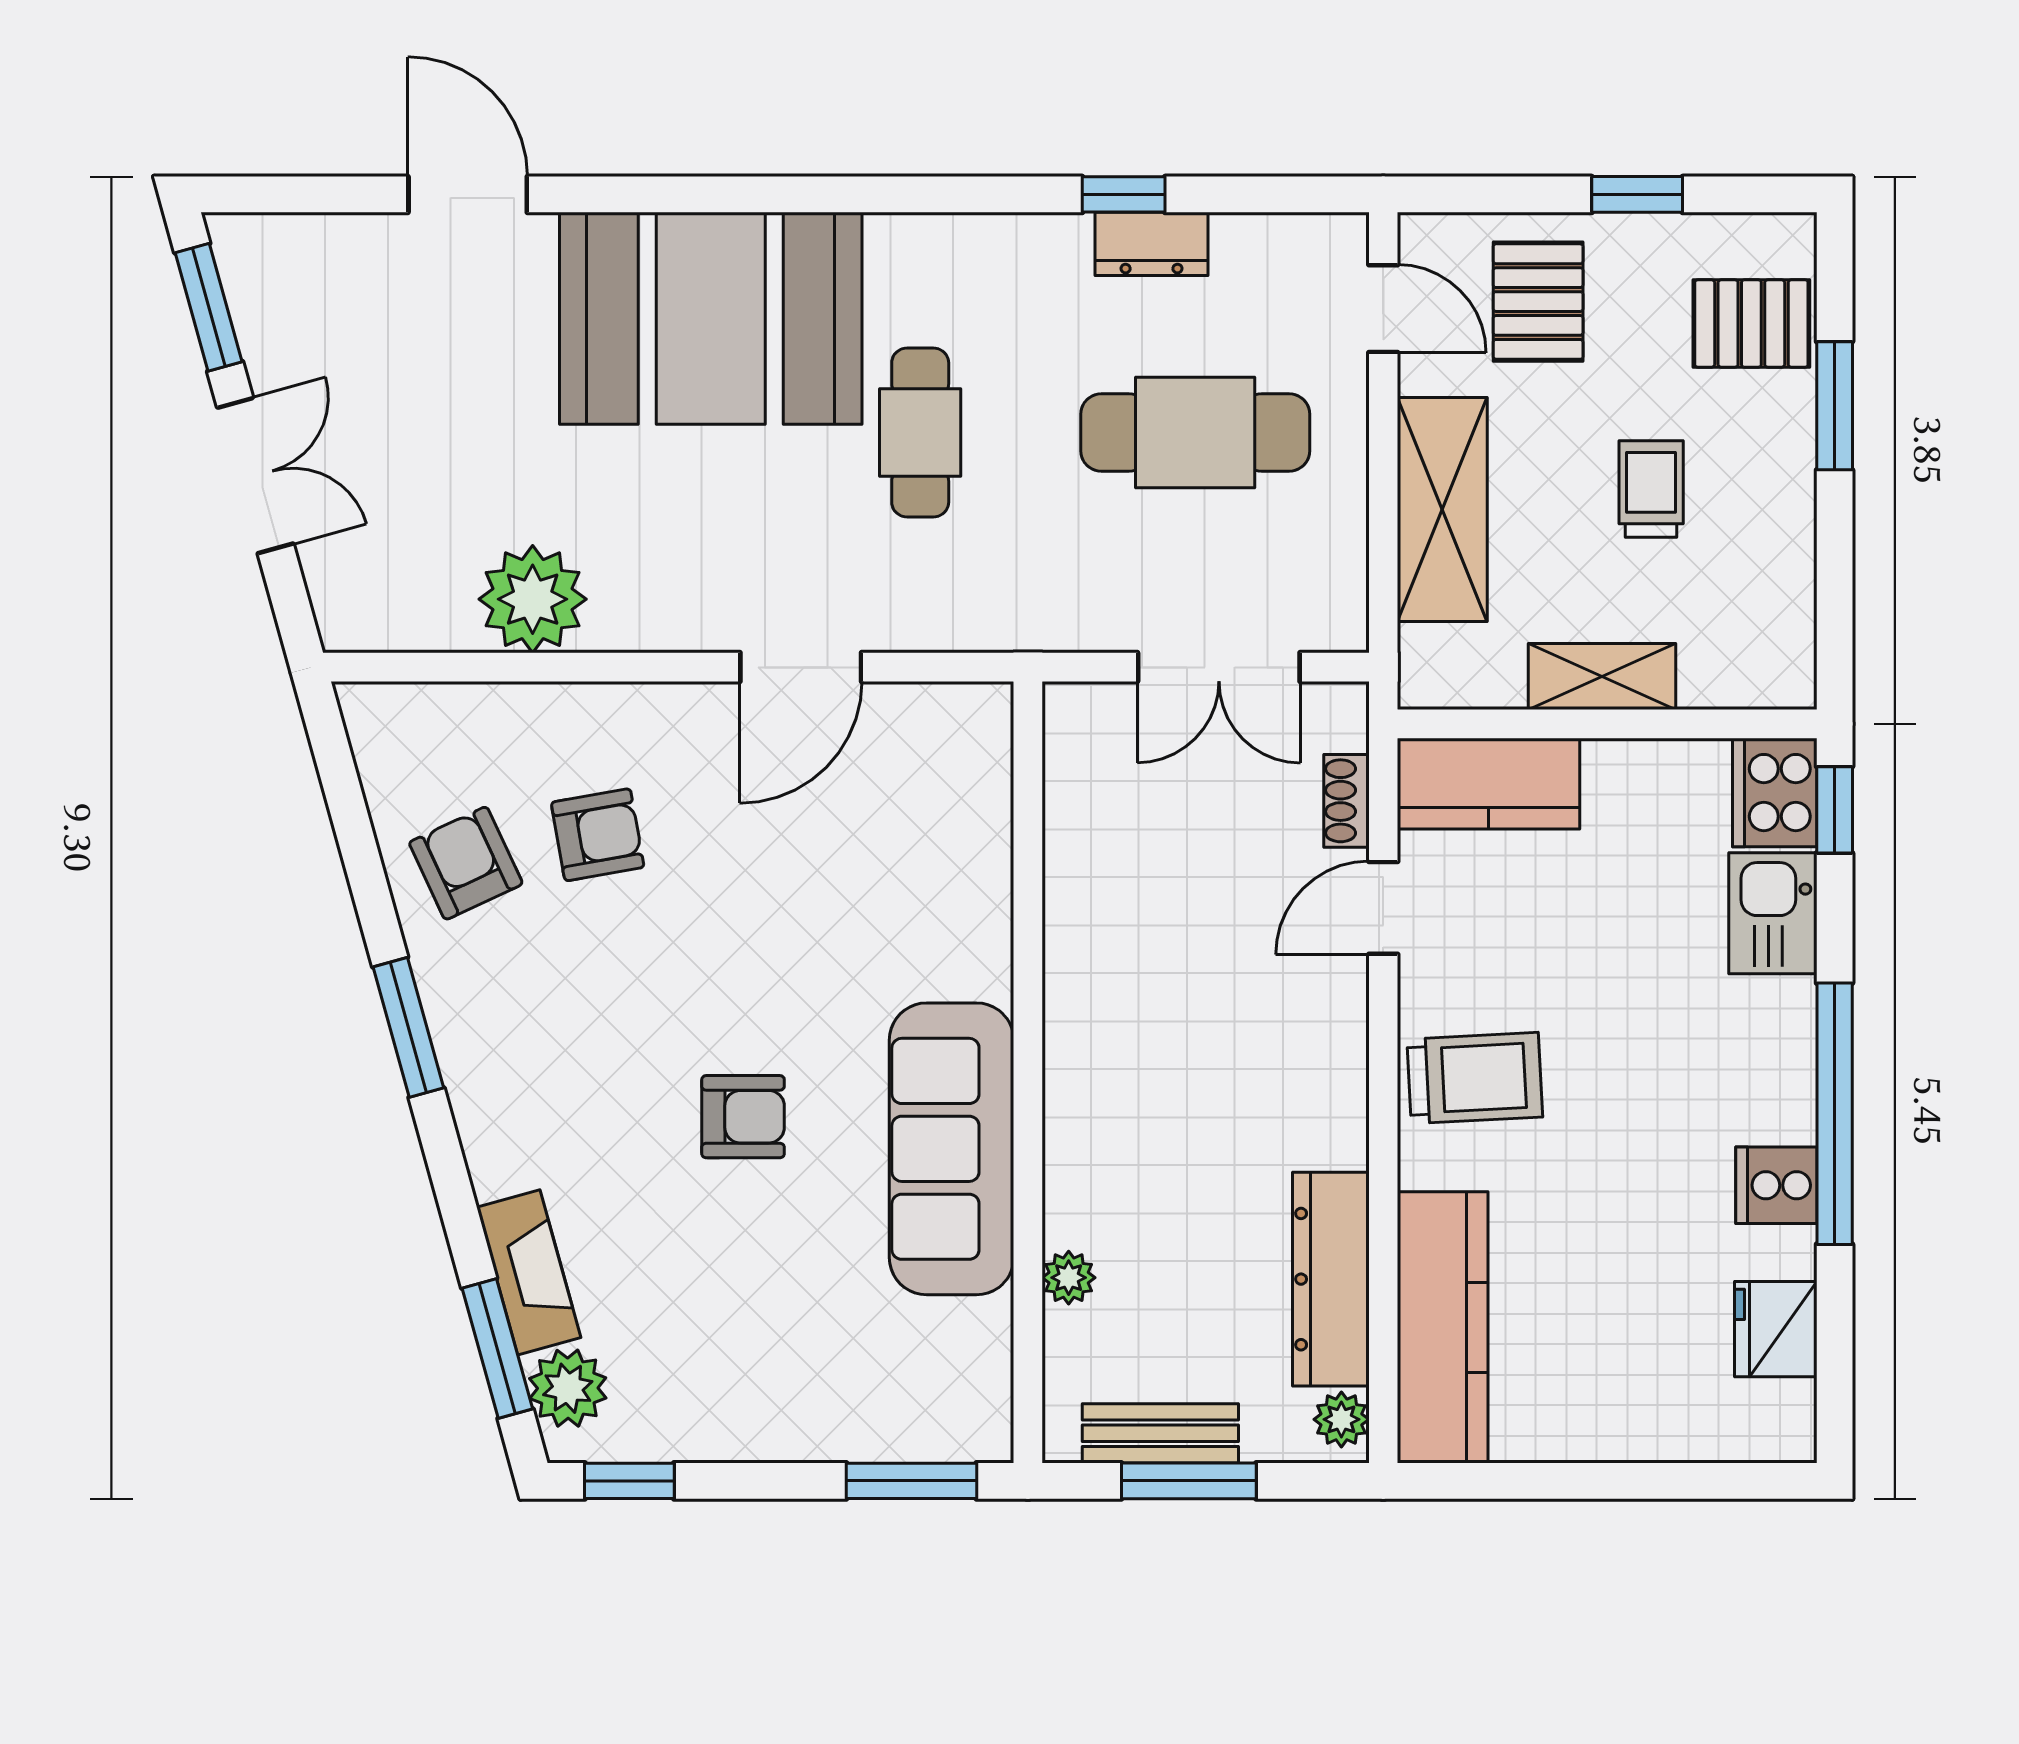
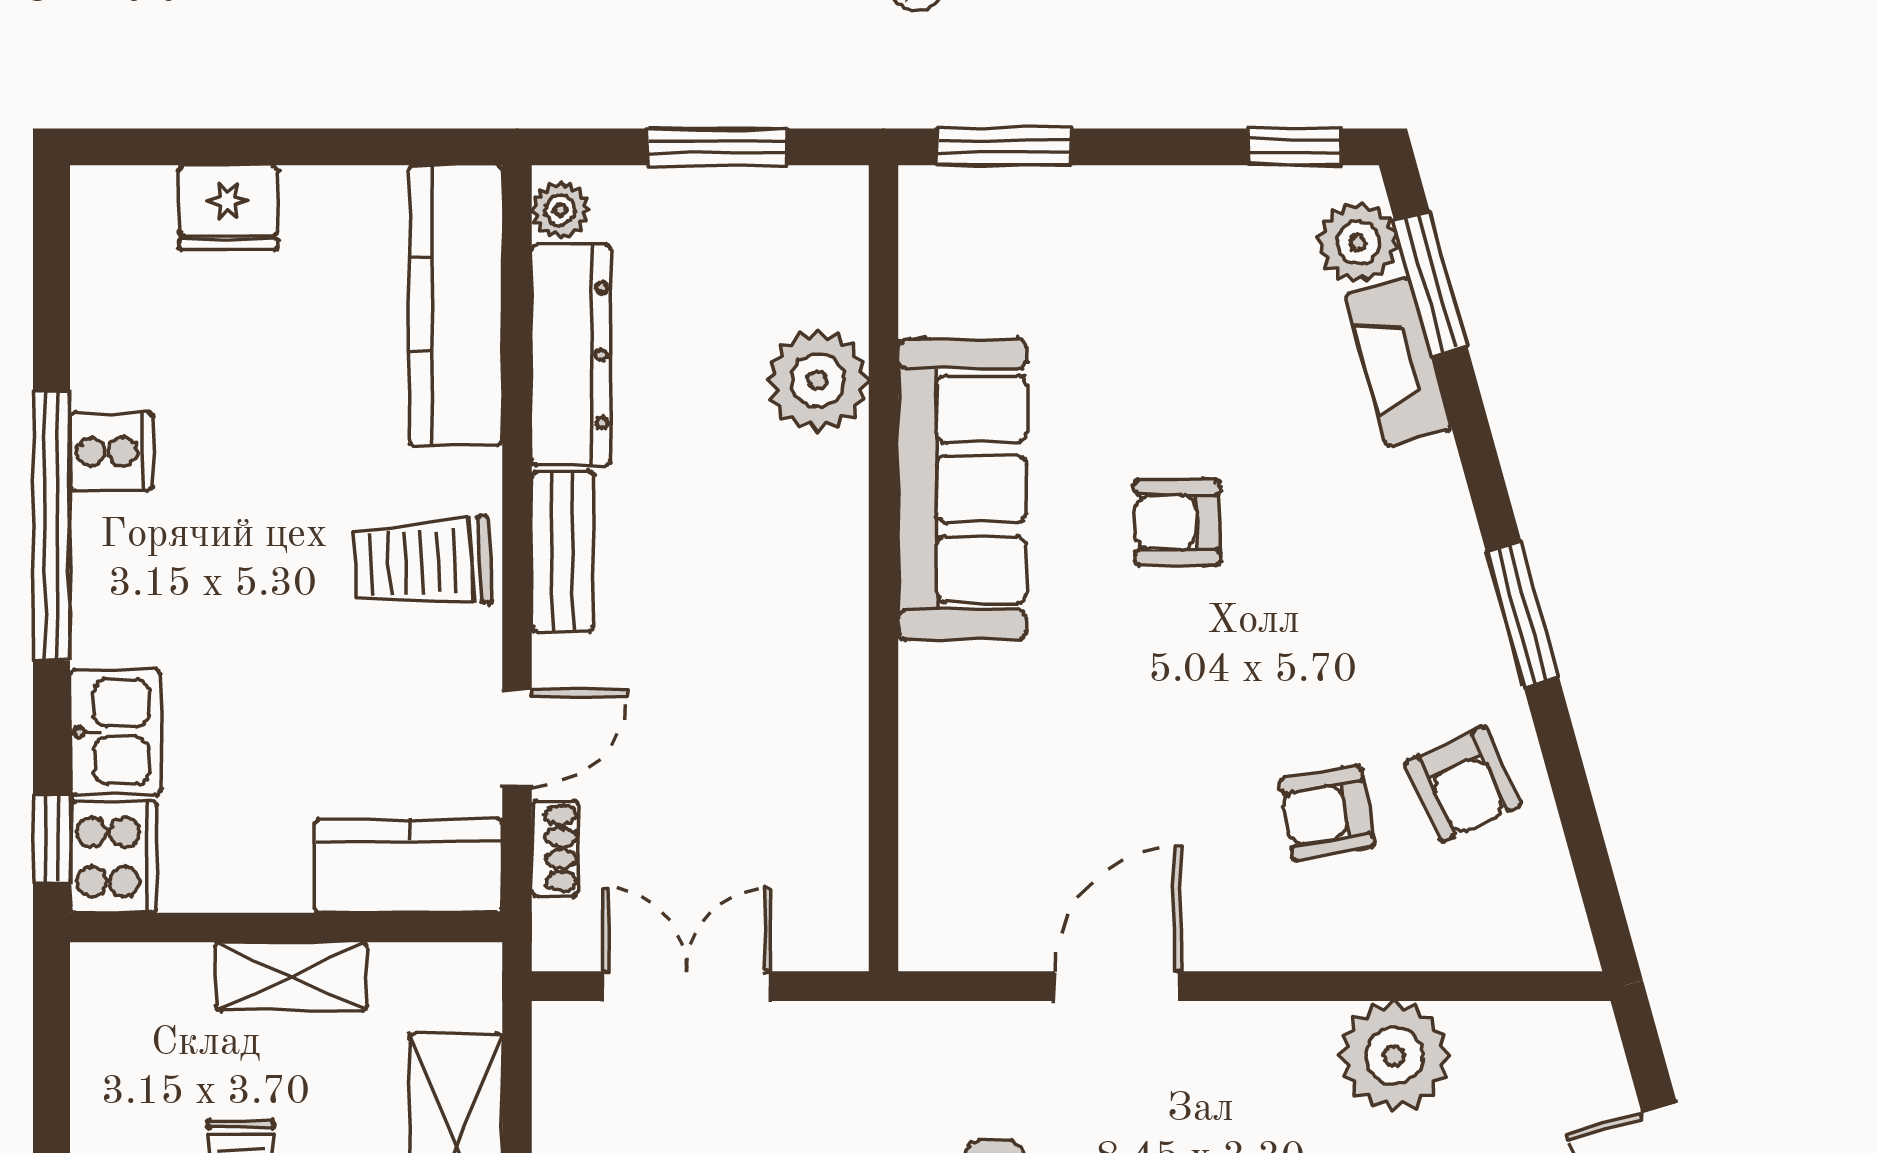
plant: (1069, 1278) -> (818, 380), width x1.88, depth x1.88
fridge: (1776, 1329) -> (228, 208), moved, turned 90
bench: (1160, 1433) -> (562, 552), moved, turned 90

